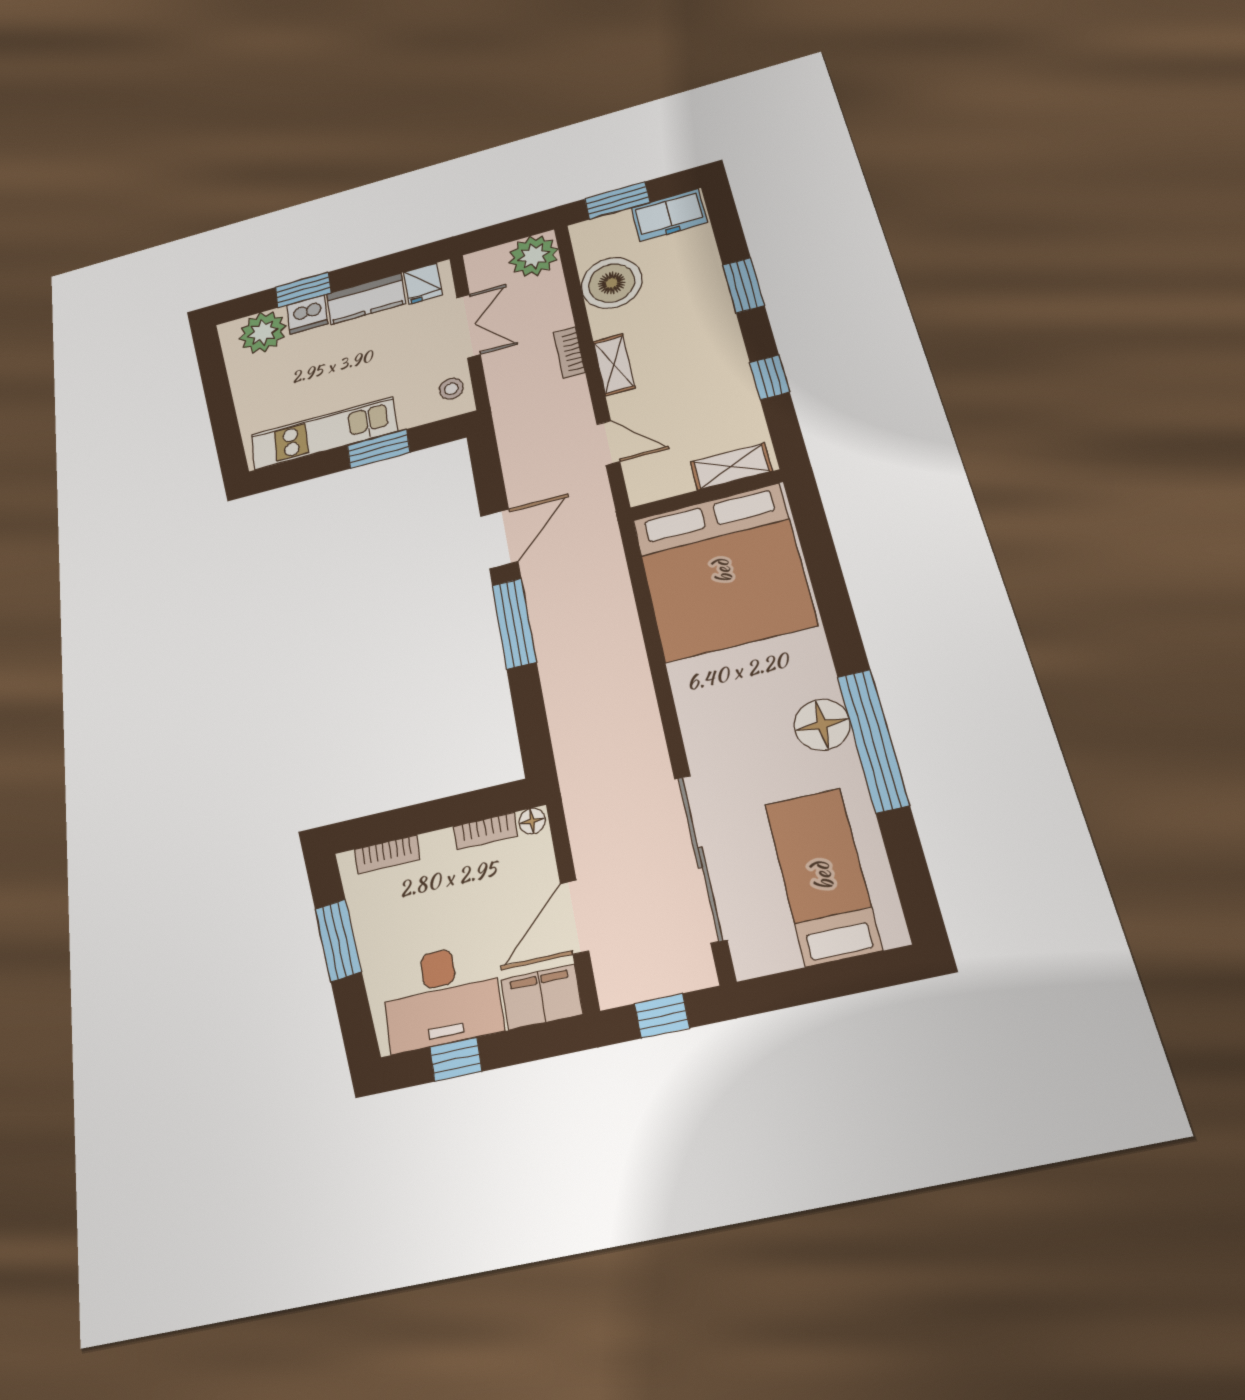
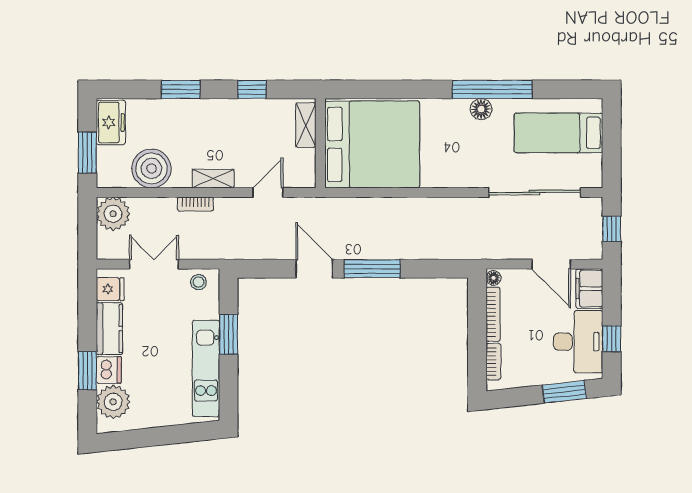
floor lamp: (822, 725) -> (481, 109), width x0.73, depth x0.73
bookcase: (486, 831) -> (493, 314), width x1.56
window: (338, 940) -> (564, 392), moved

